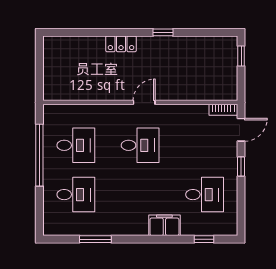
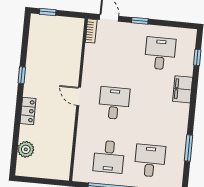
plant: (75, 46) -> (26, 149), added
desk: (76, 145) -> (109, 157), turned 180

